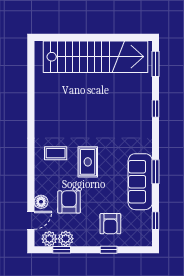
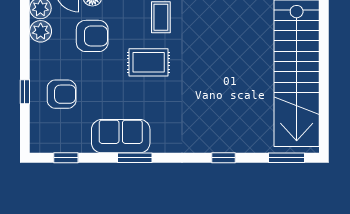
sofa: (140, 182) -> (121, 136), width x0.73
armchair: (110, 224) -> (62, 94), turned 180
window: (62, 250) -> (25, 26), removed

